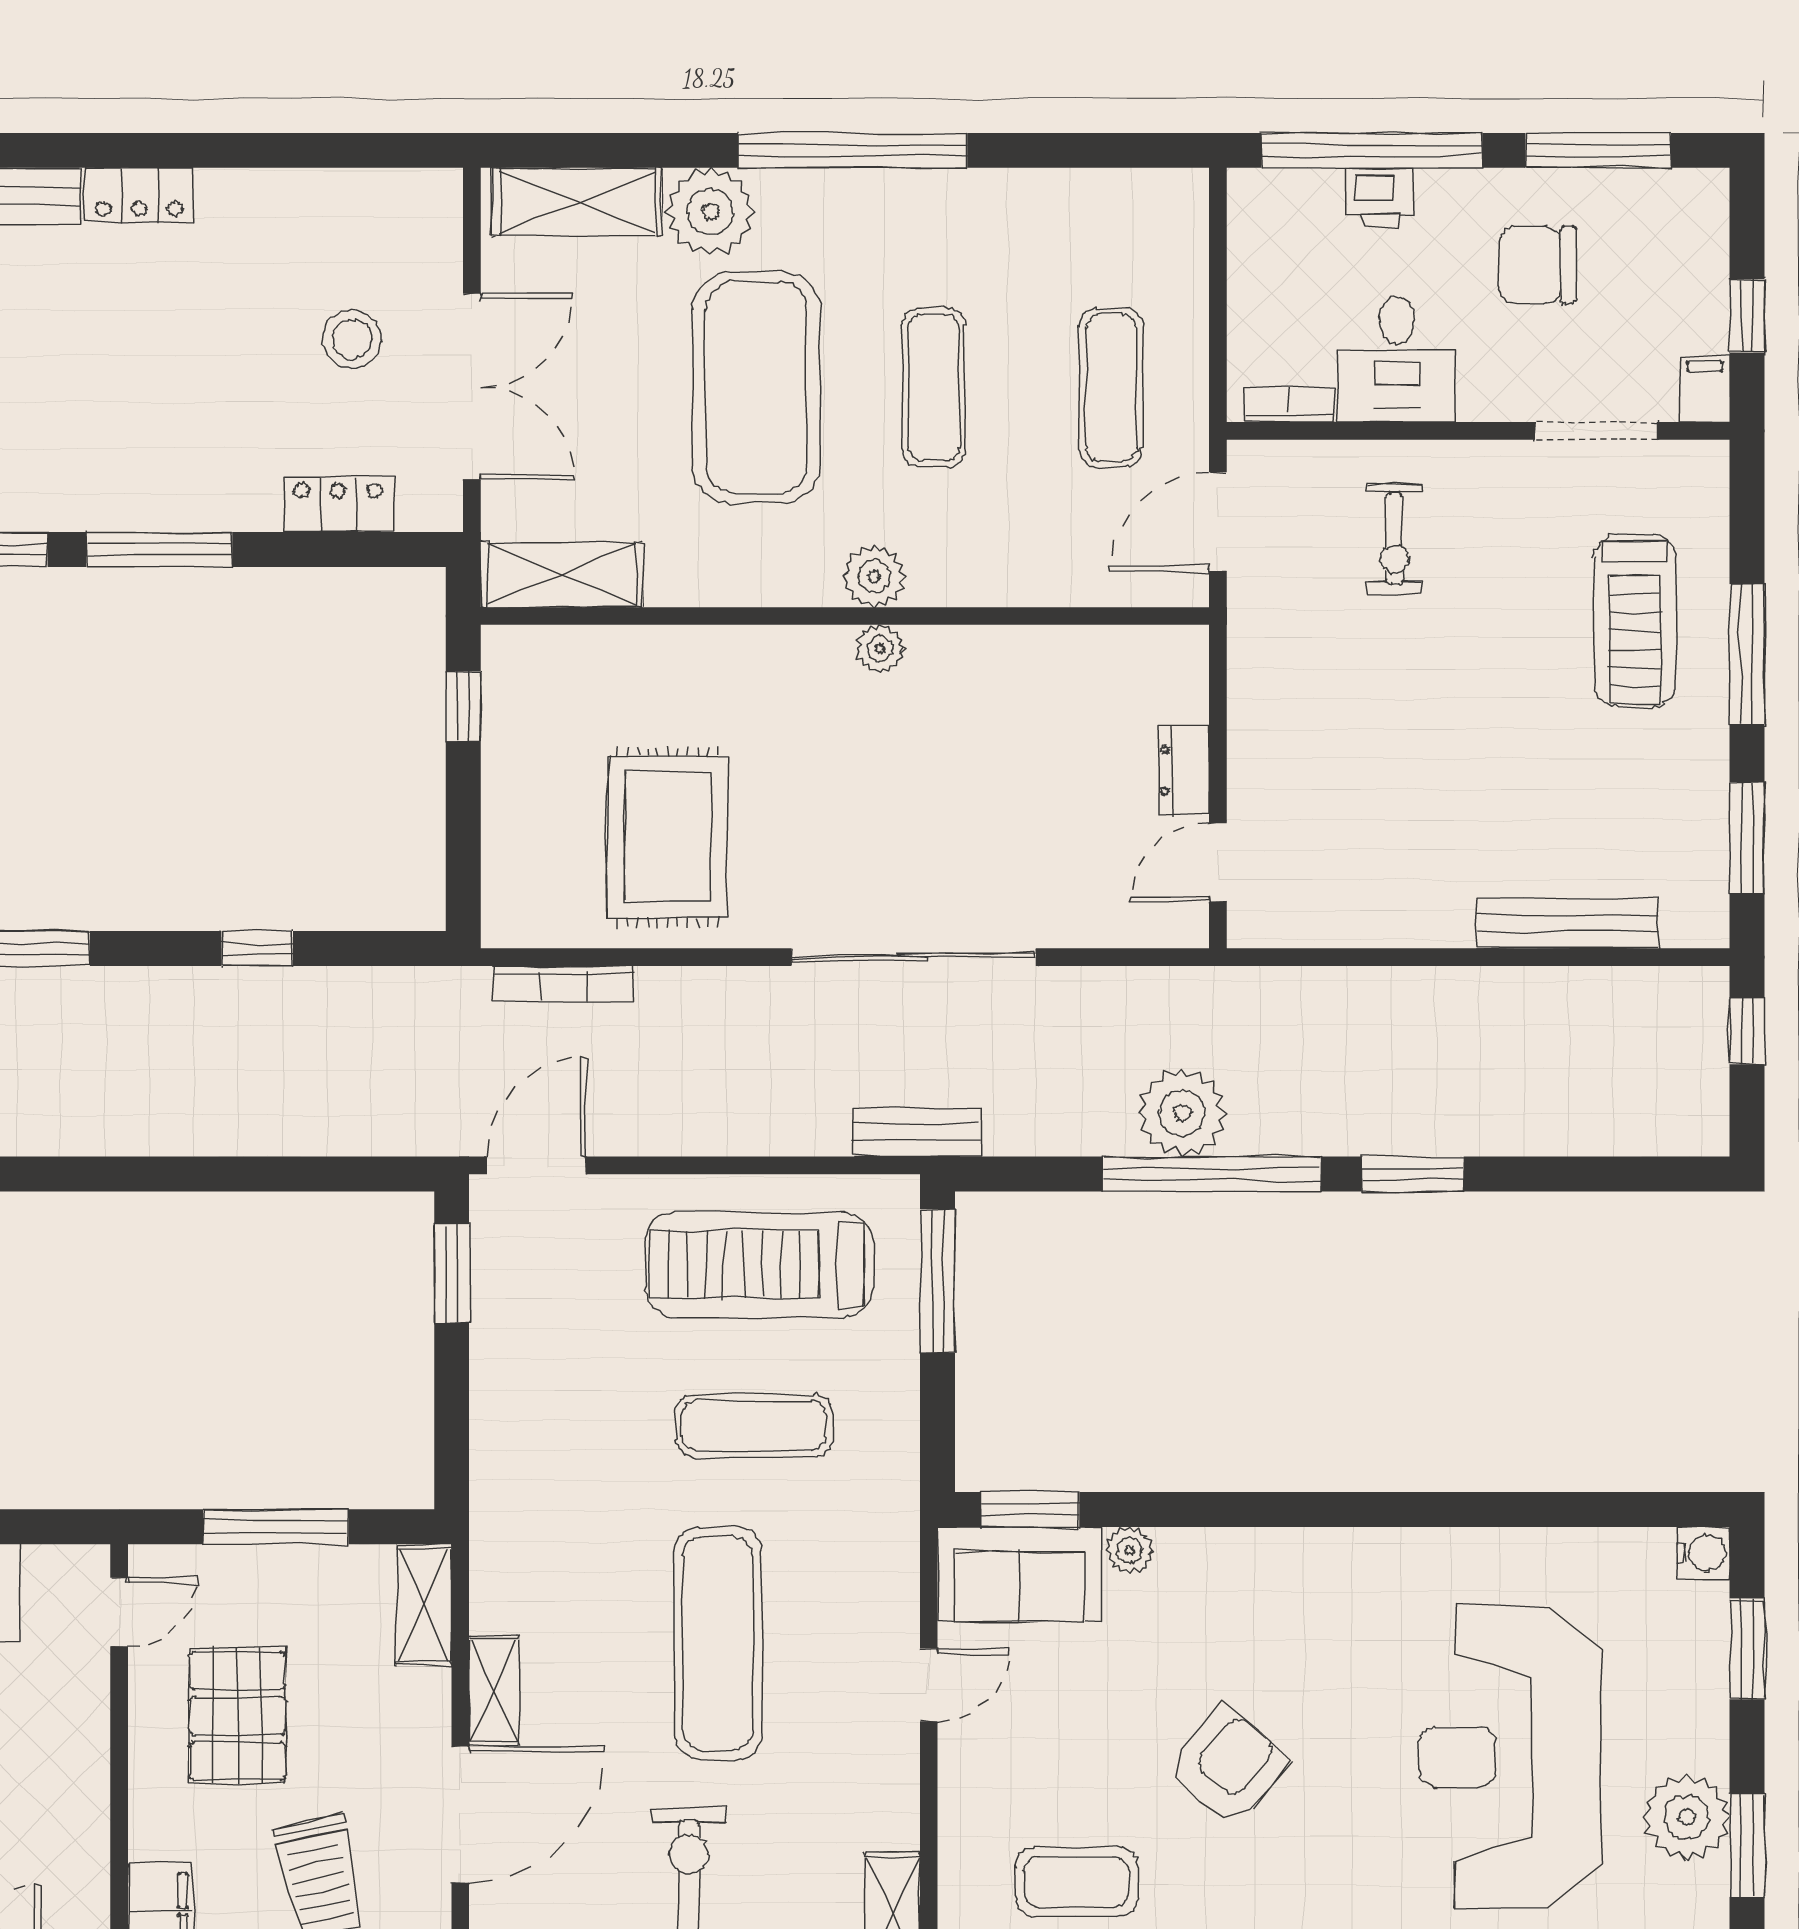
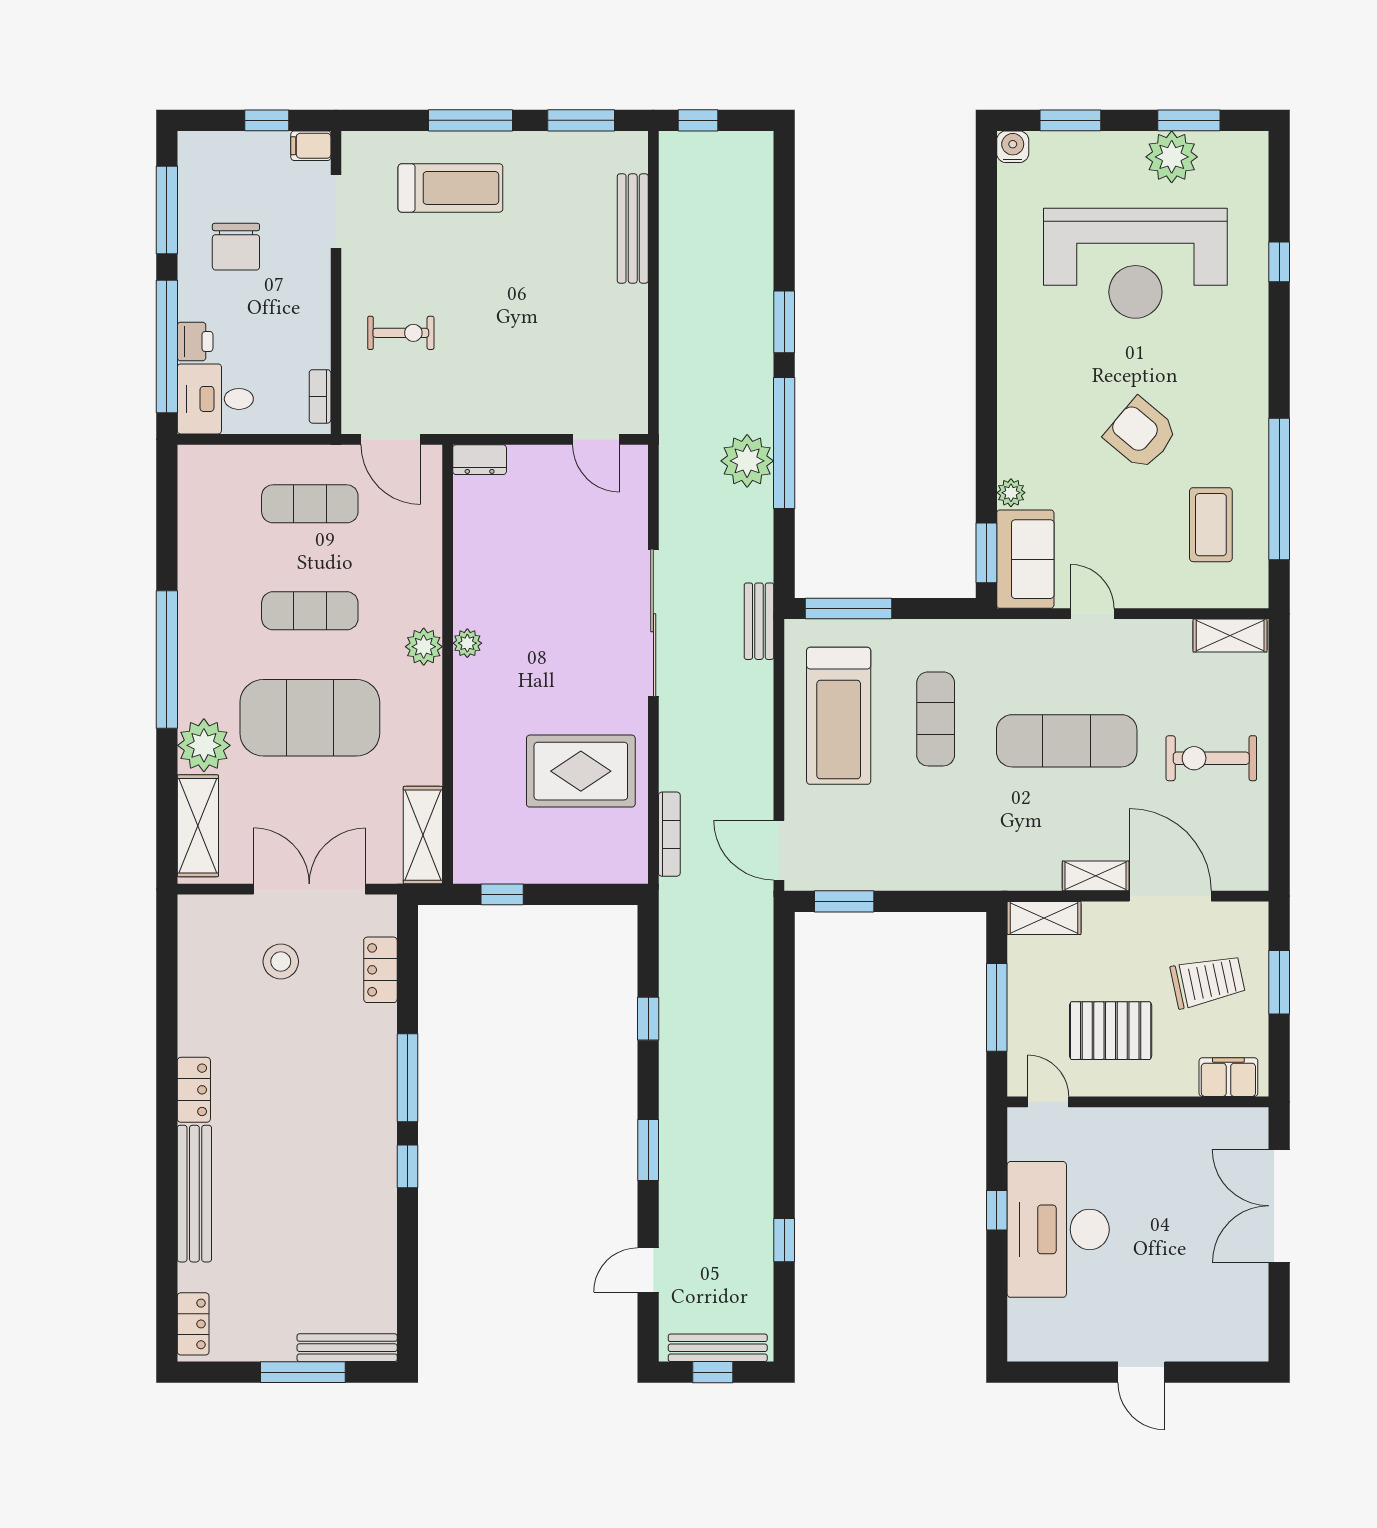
desk: (1397, 359) -> (215, 399), moved, turned 180
dresser: (1184, 770) -> (480, 460), moved

